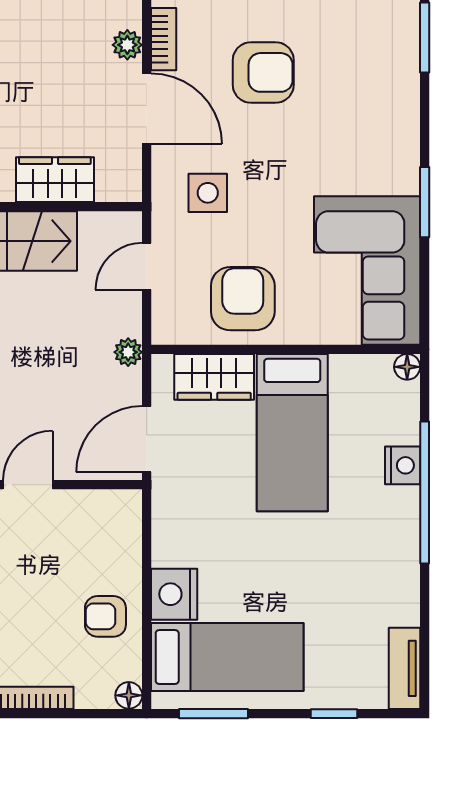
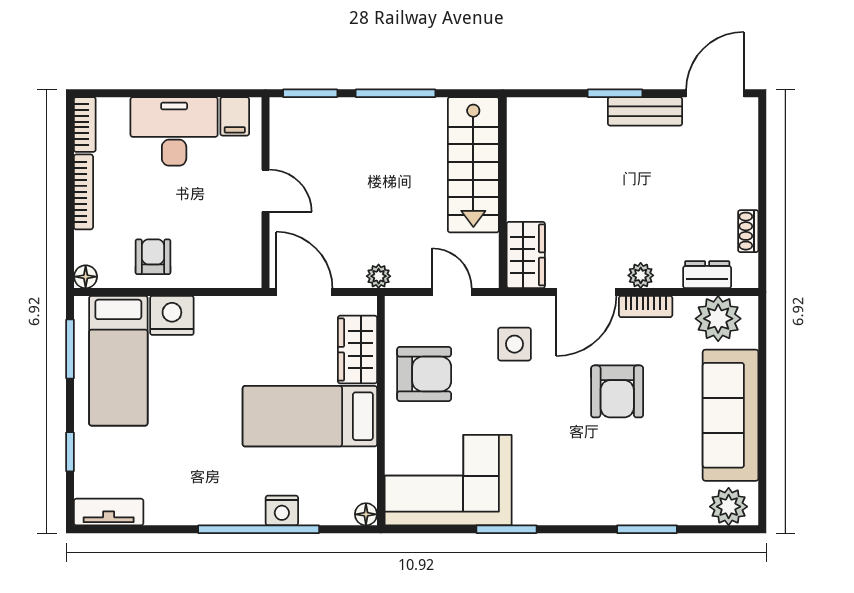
wardrobe: (55, 180) -> (526, 255), moved

